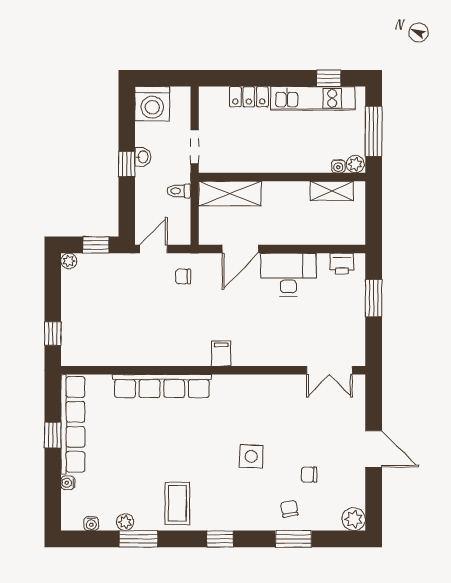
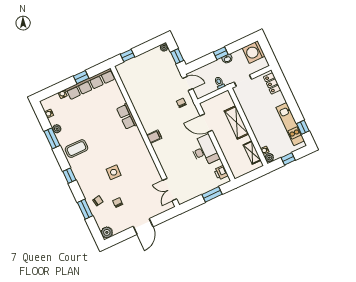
locker: (249, 97) -> (272, 83), moved
window: (374, 131) -> (288, 159), width x0.46
shelving: (230, 194) -> (237, 123), moved
row of seats: (162, 386) -> (127, 116), width x0.50

